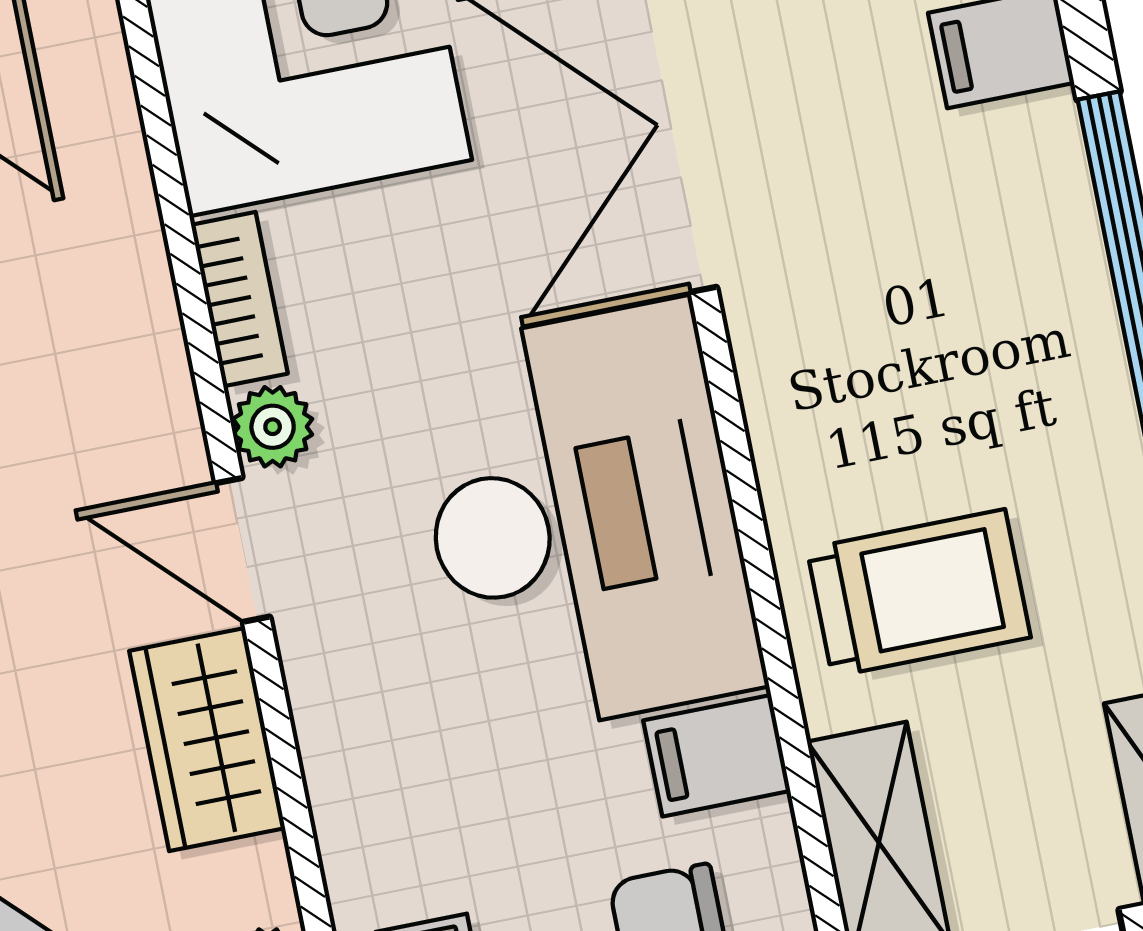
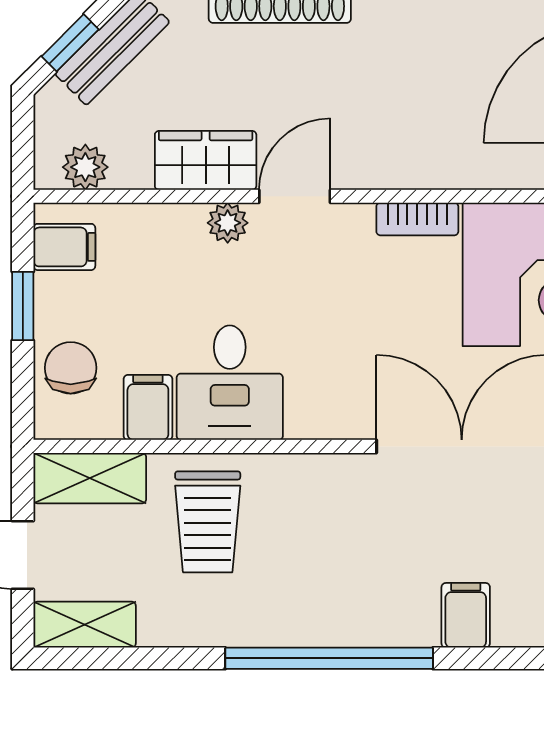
plant: (273, 427) -> (228, 223), moved
desk: (584, 520) -> (230, 383), width x0.53, depth x0.77

